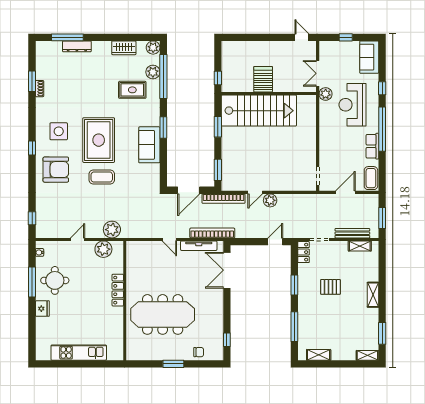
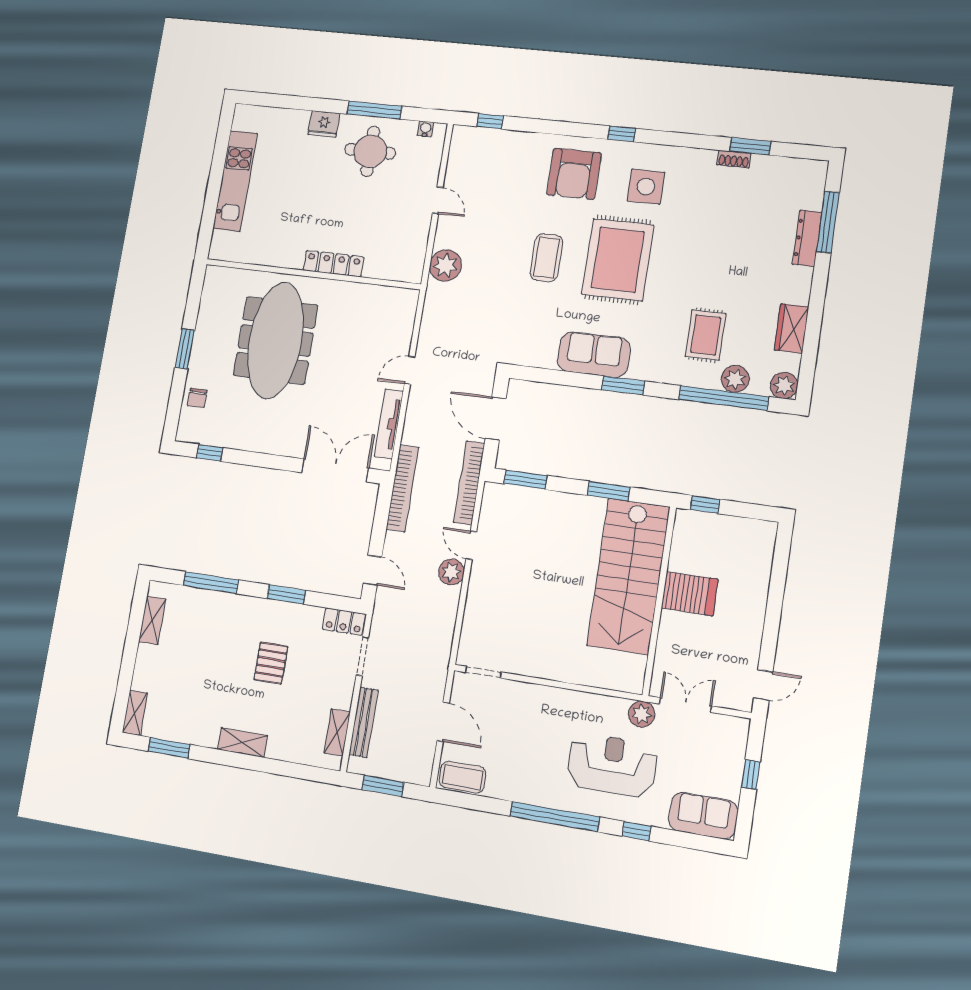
rug: (99, 140) -> (618, 260), turned 90
row of seats: (372, 146) -> (524, 791), removed
bookcase: (212, 233) -> (402, 488), moved
plant: (103, 249) -> (412, 246), removed

